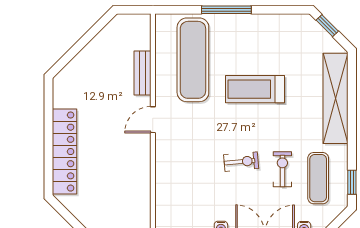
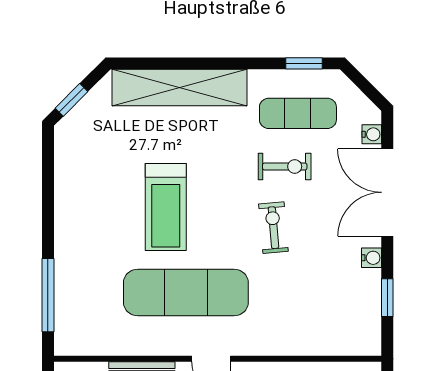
window: (226, 10) -> (48, 295), moved
exercise mat: (193, 60) -> (186, 293), moved
exercise bike: (282, 169) -> (285, 166), turned 180

